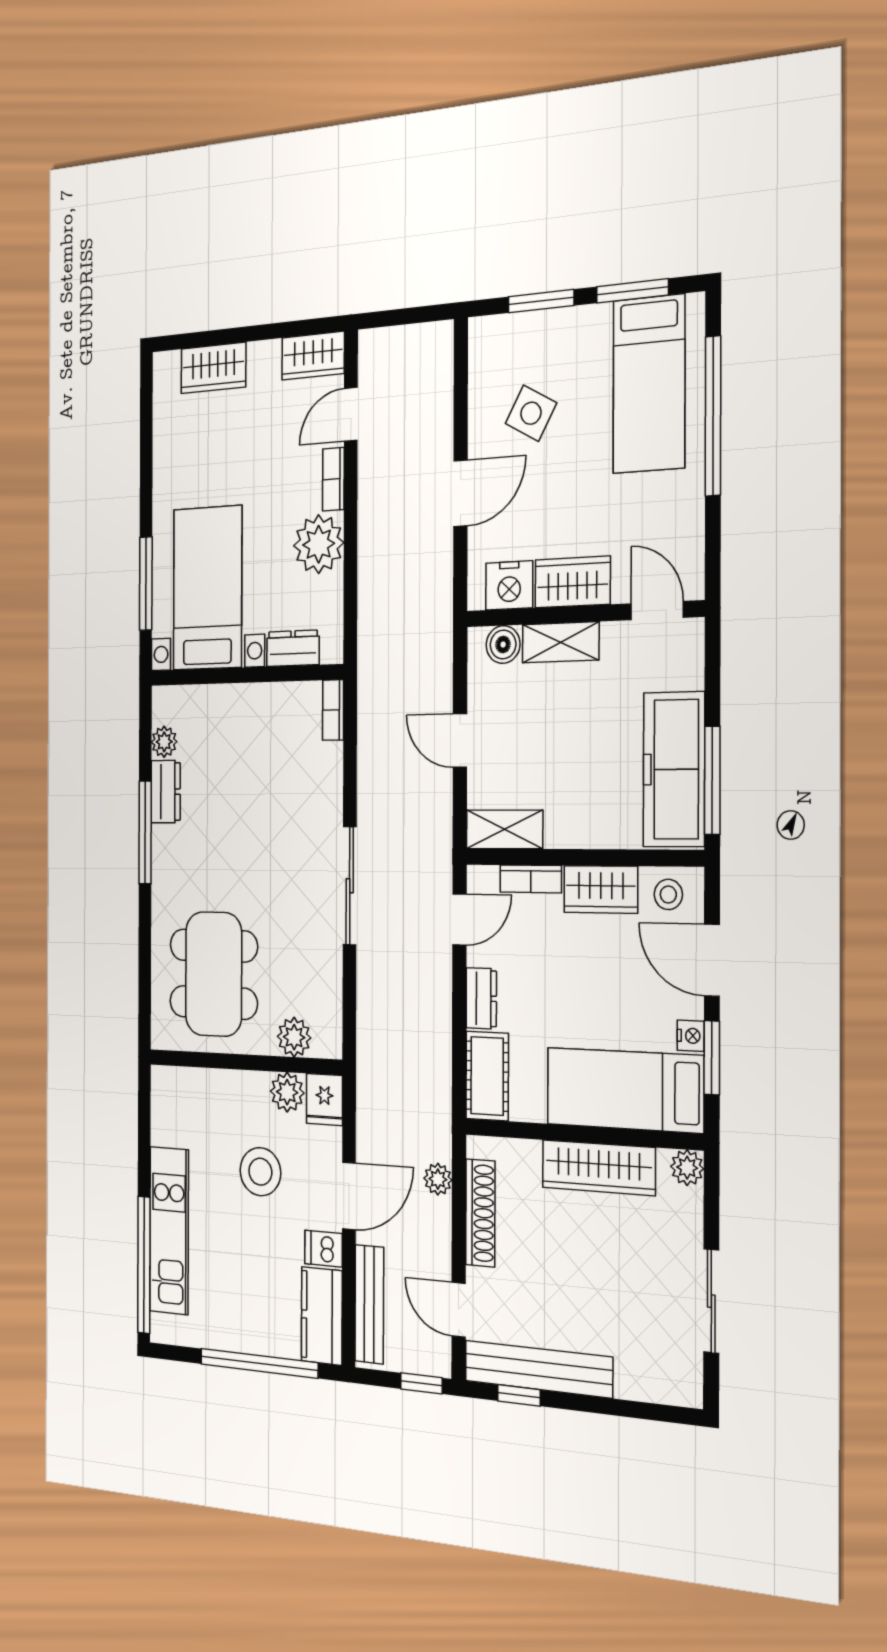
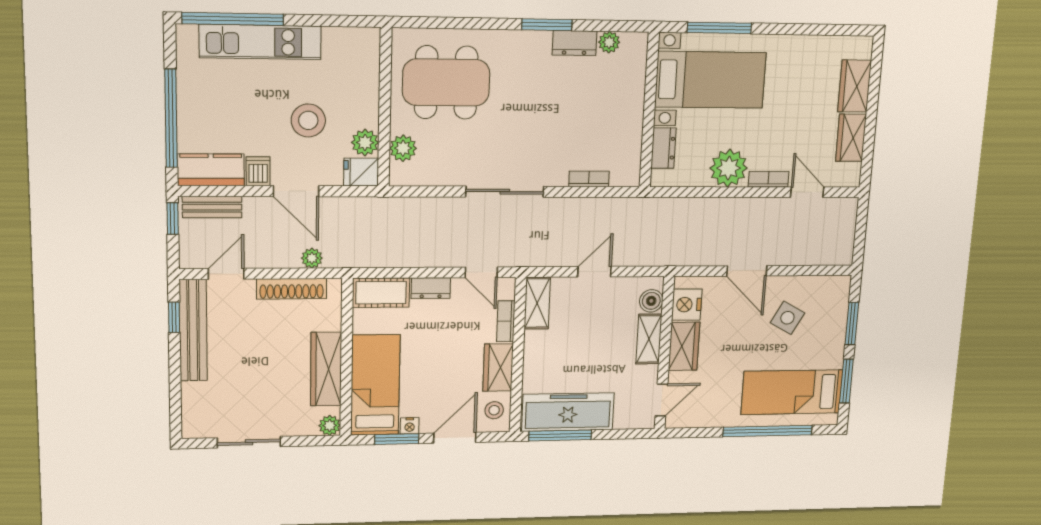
wardrobe: (313, 356) -> (851, 138), moved
bookcase: (333, 710) -> (589, 179), moved
window: (145, 832) -> (547, 25), width x0.69
bench: (369, 1304) -> (212, 207), width x0.73
window: (421, 1383) -> (173, 219), moved

